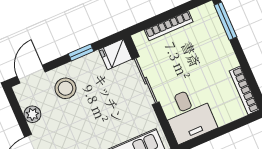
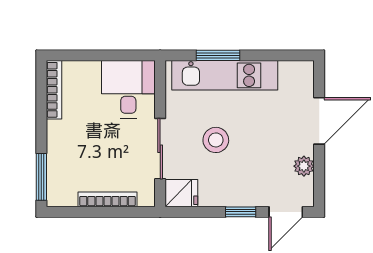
window: (81, 52) -> (241, 212), moved
stool: (65, 88) -> (216, 140), moved

